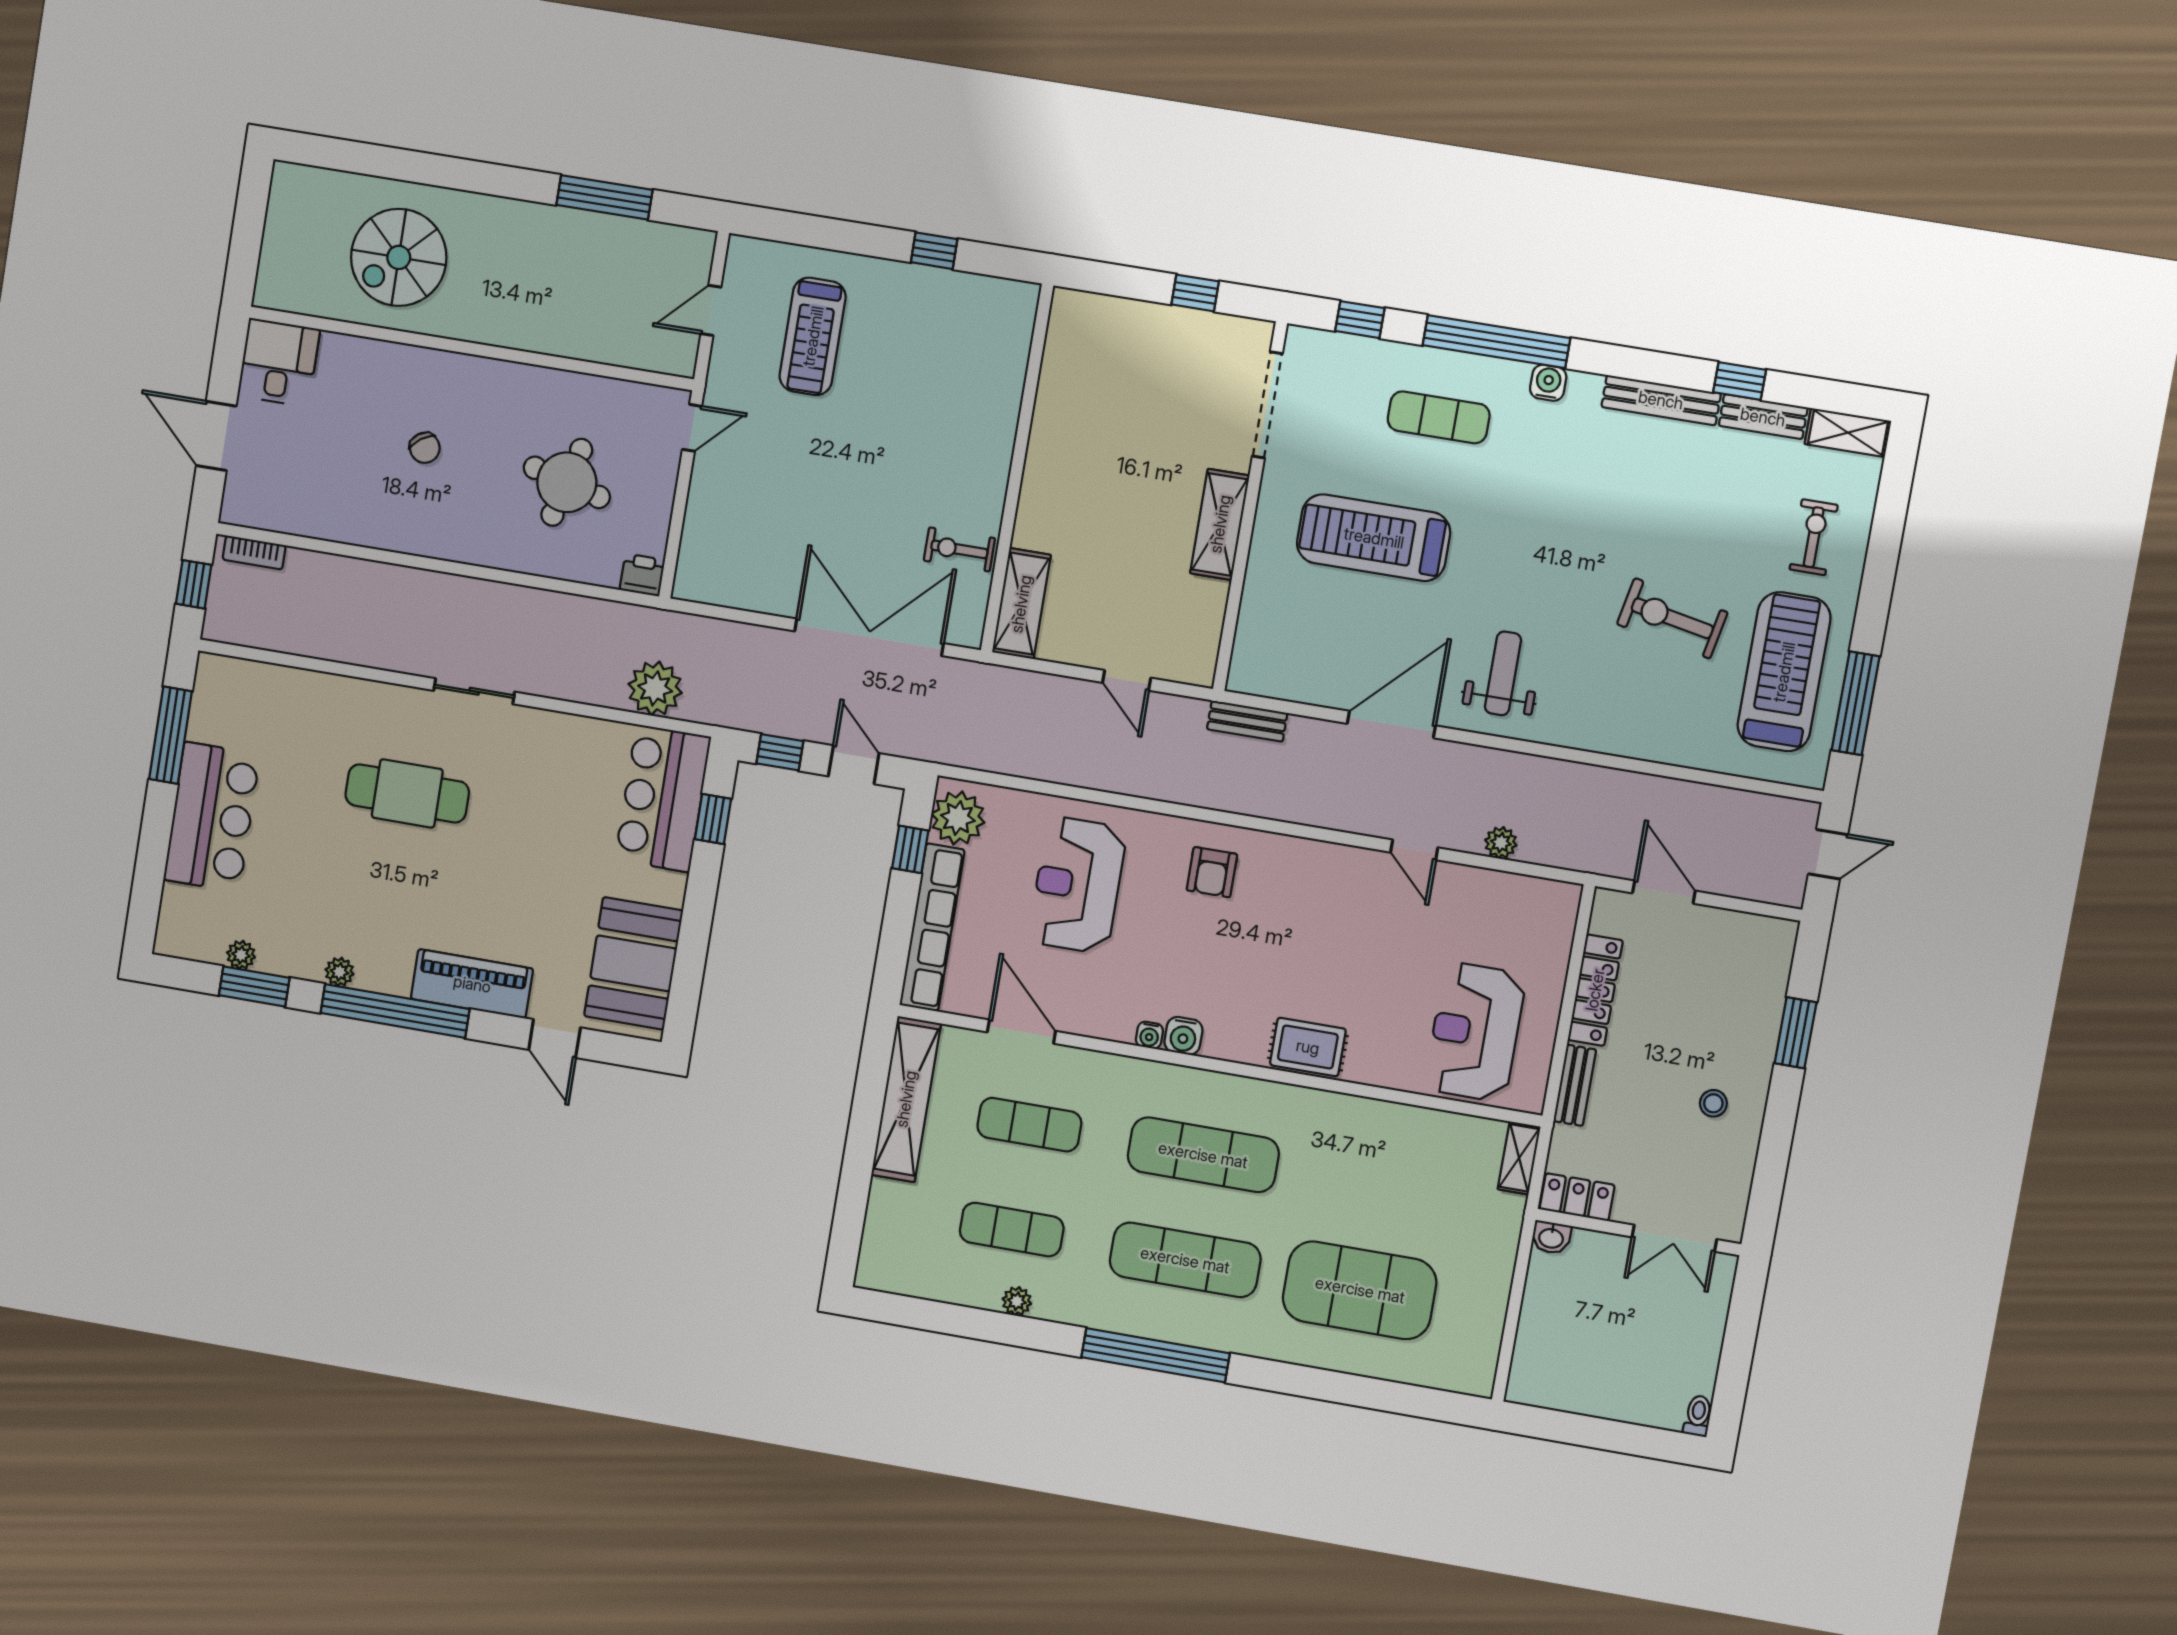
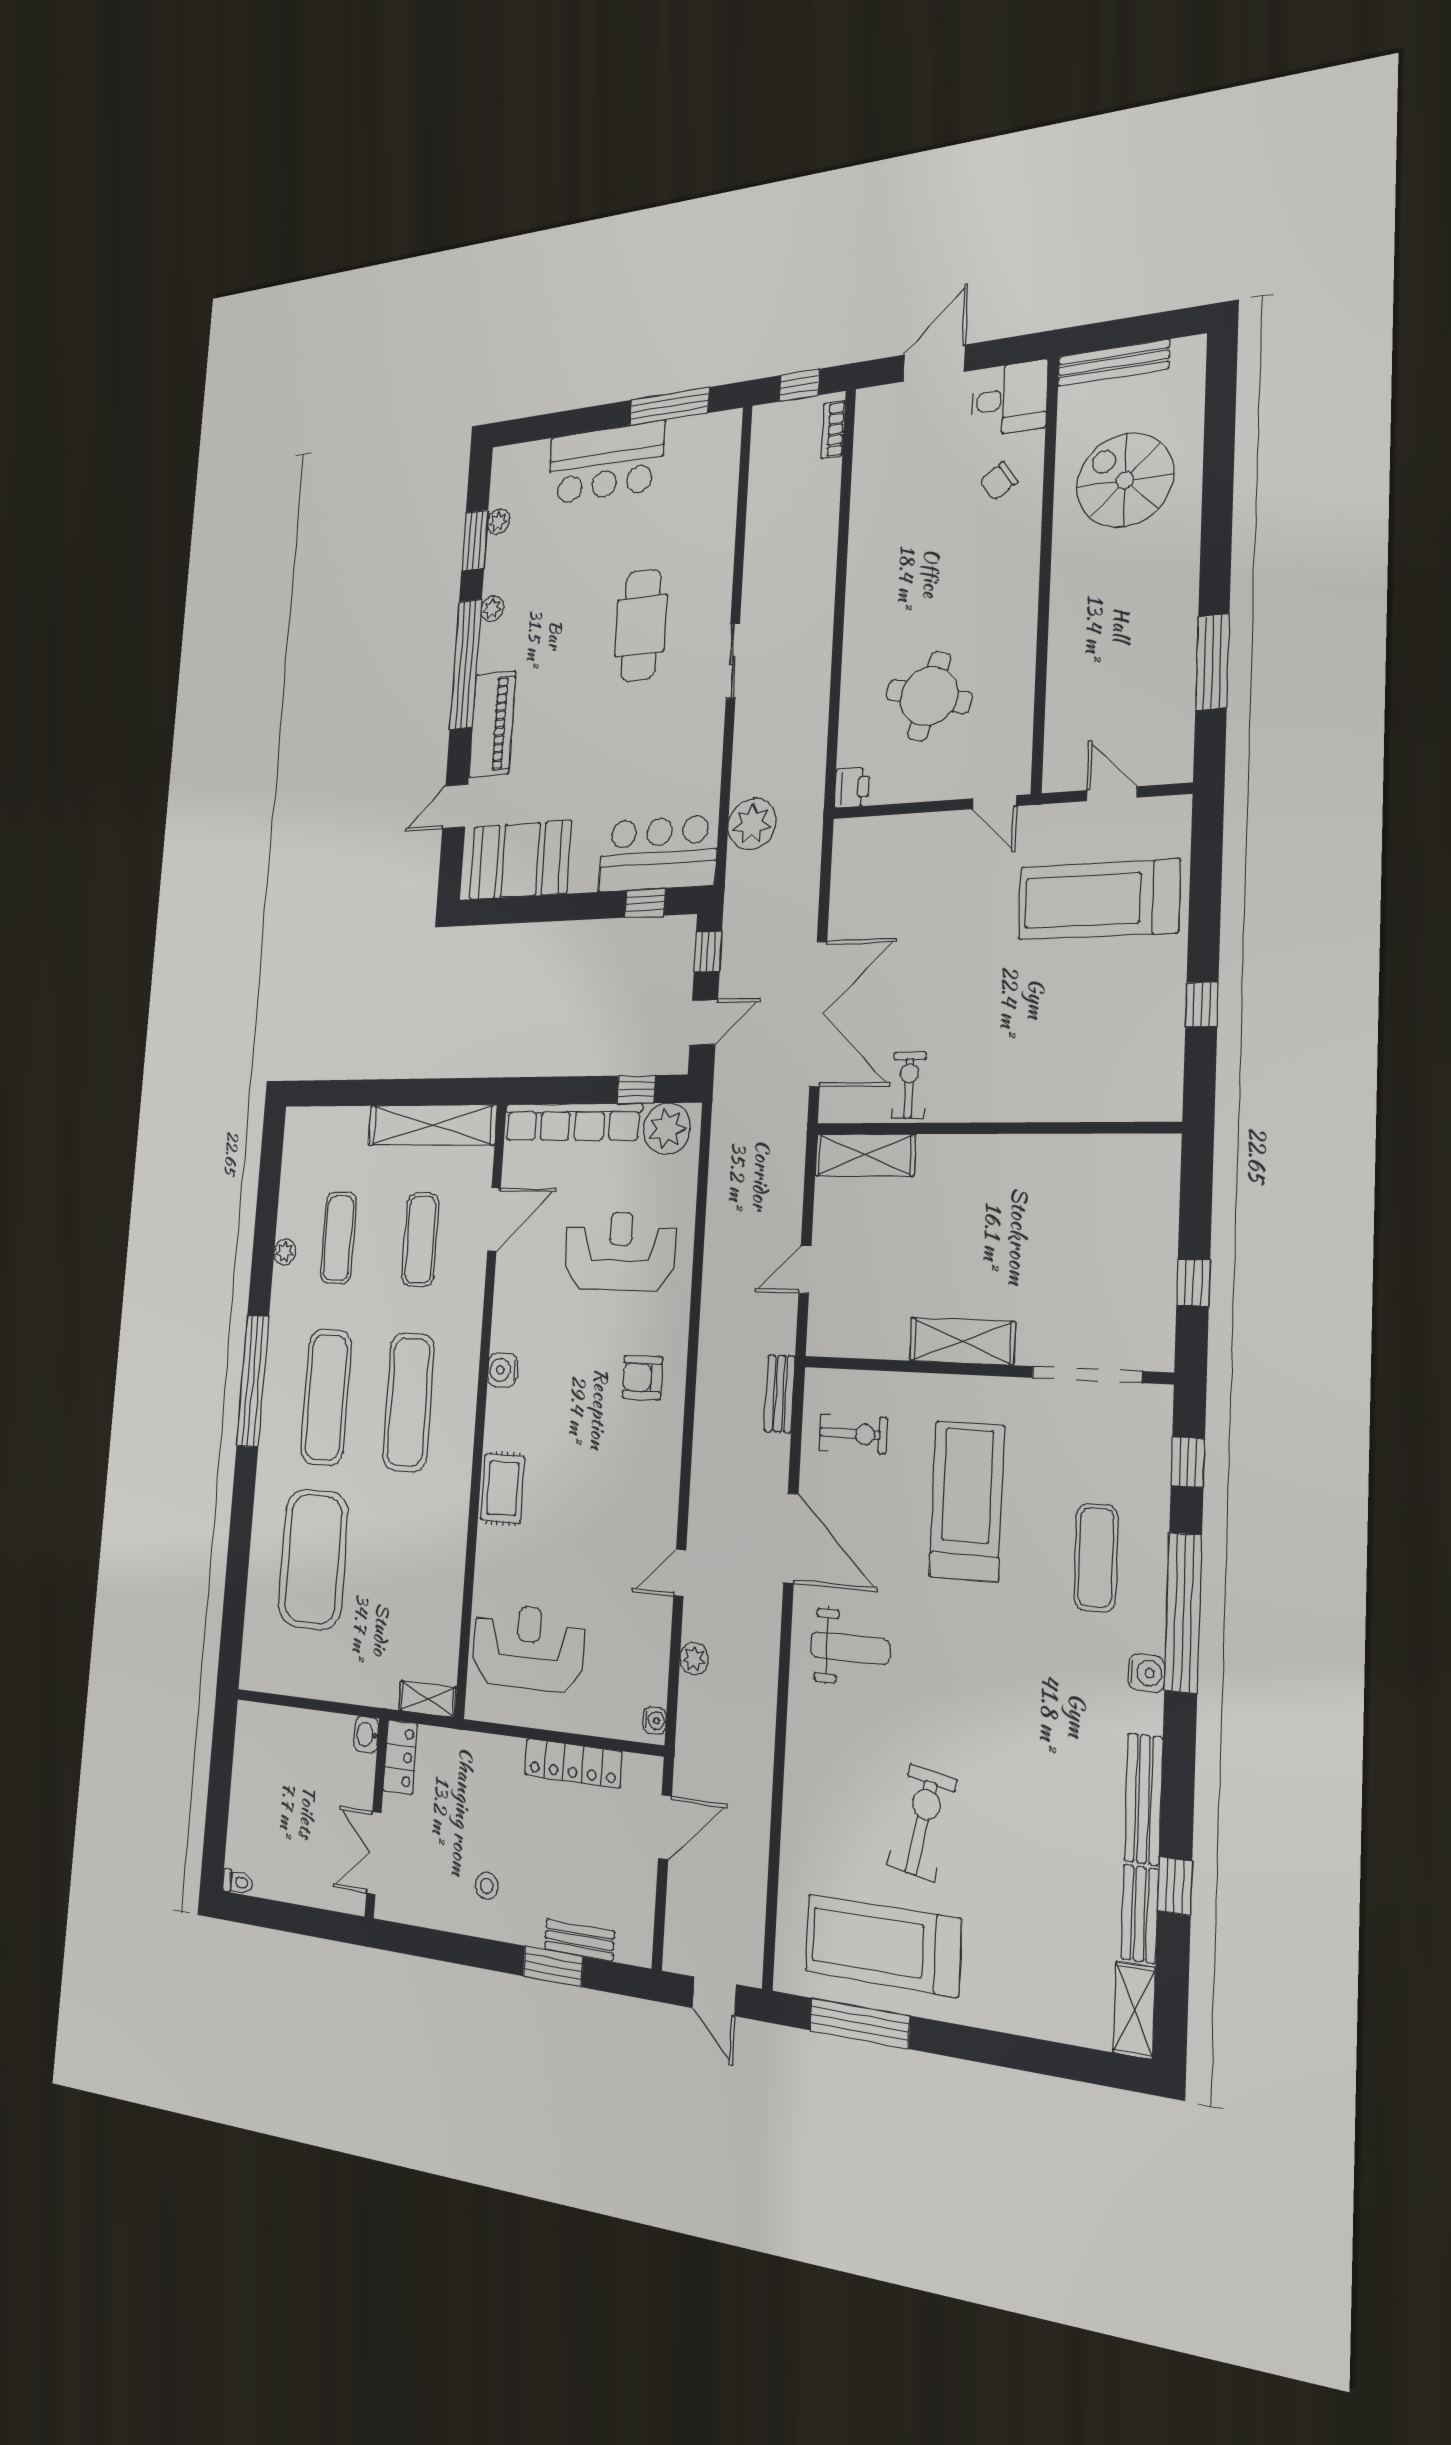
bench: (275, 254) -> (1113, 363), added
treadmill: (813, 336) -> (1098, 900), width x1.37, depth x1.38
chair: (425, 448) -> (999, 481), moved
exercise bike: (1814, 537) -> (853, 1434), moved
treadmill: (1784, 672) -> (882, 1945), turned 180
water cooler: (1149, 1035) -> (655, 1720), moved, turned 180
bench: (1575, 1085) -> (579, 1940), moved

